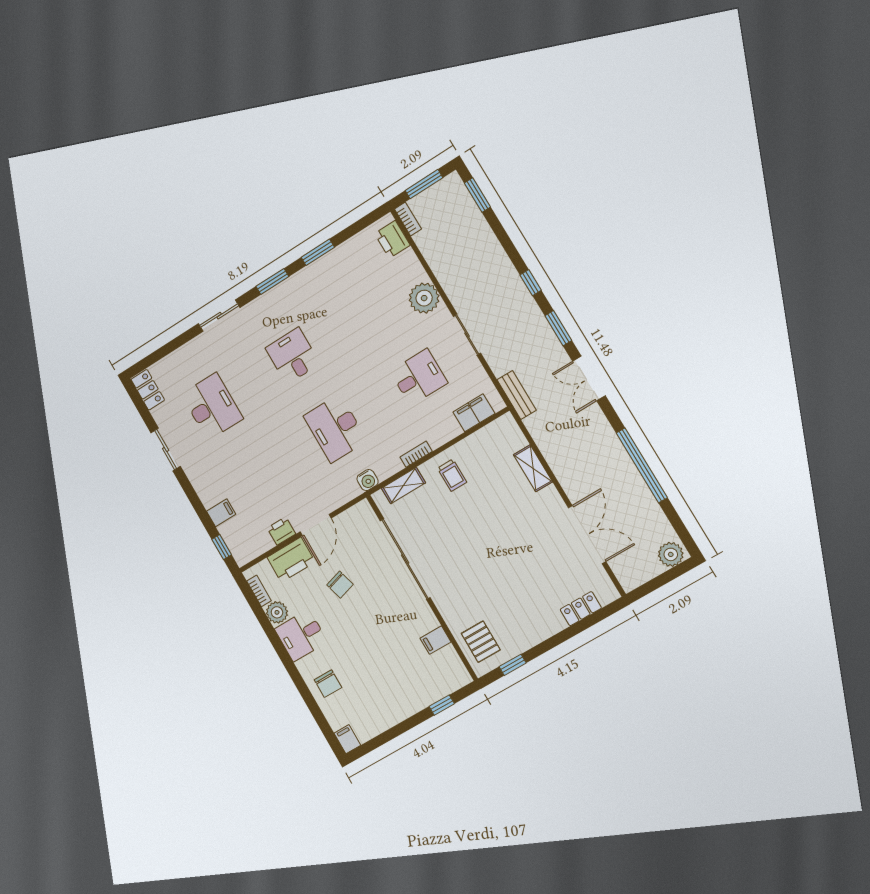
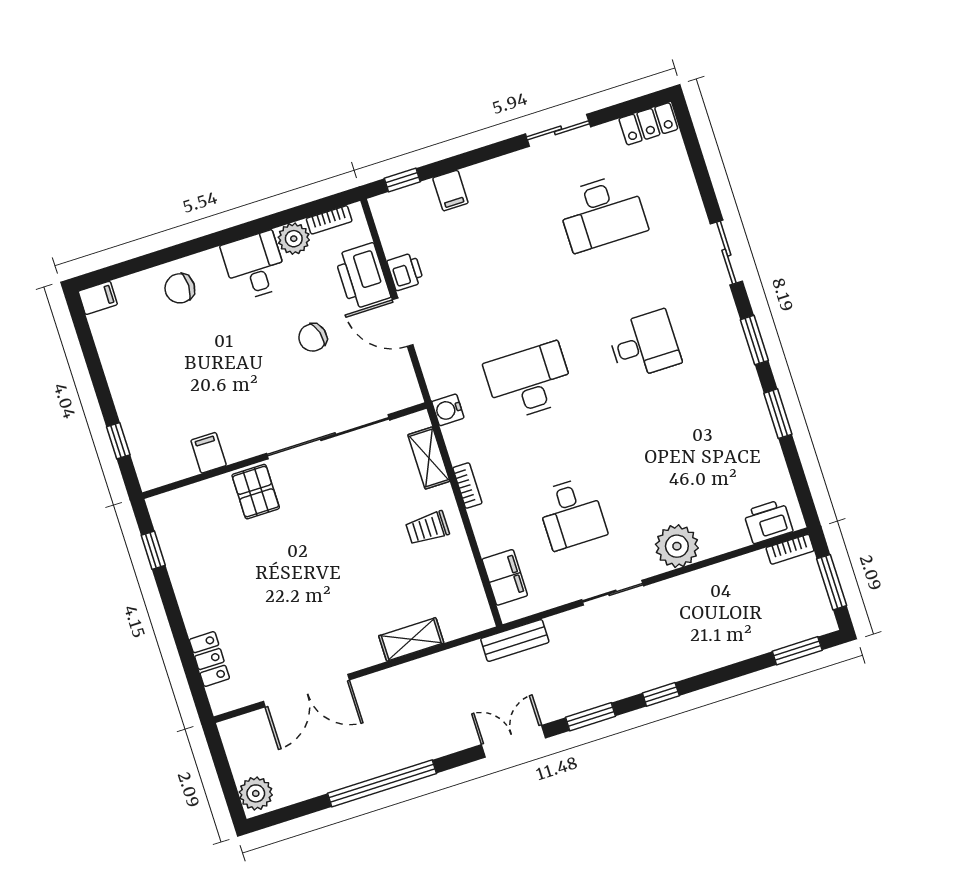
pallet: (481, 642) -> (256, 492), moved, turned 90

